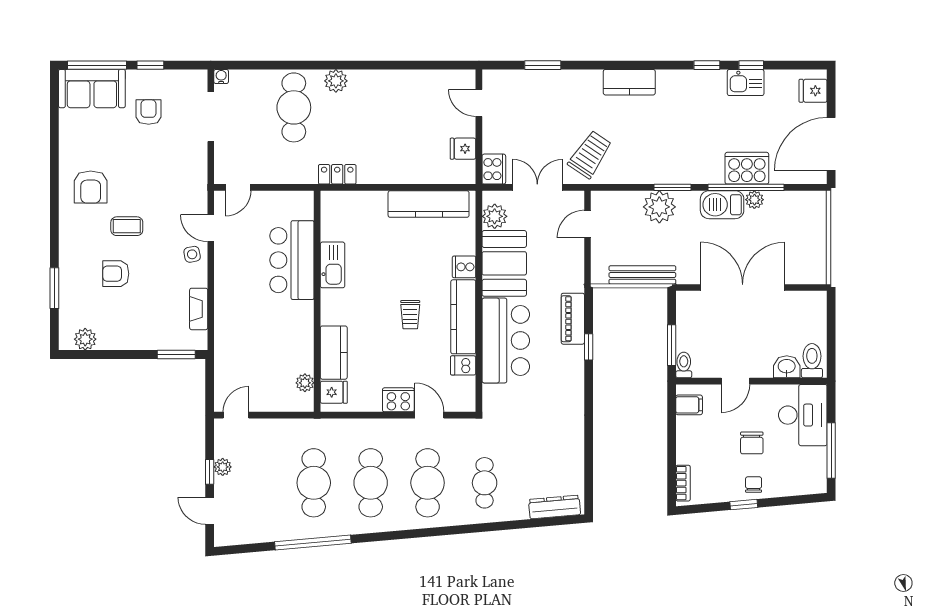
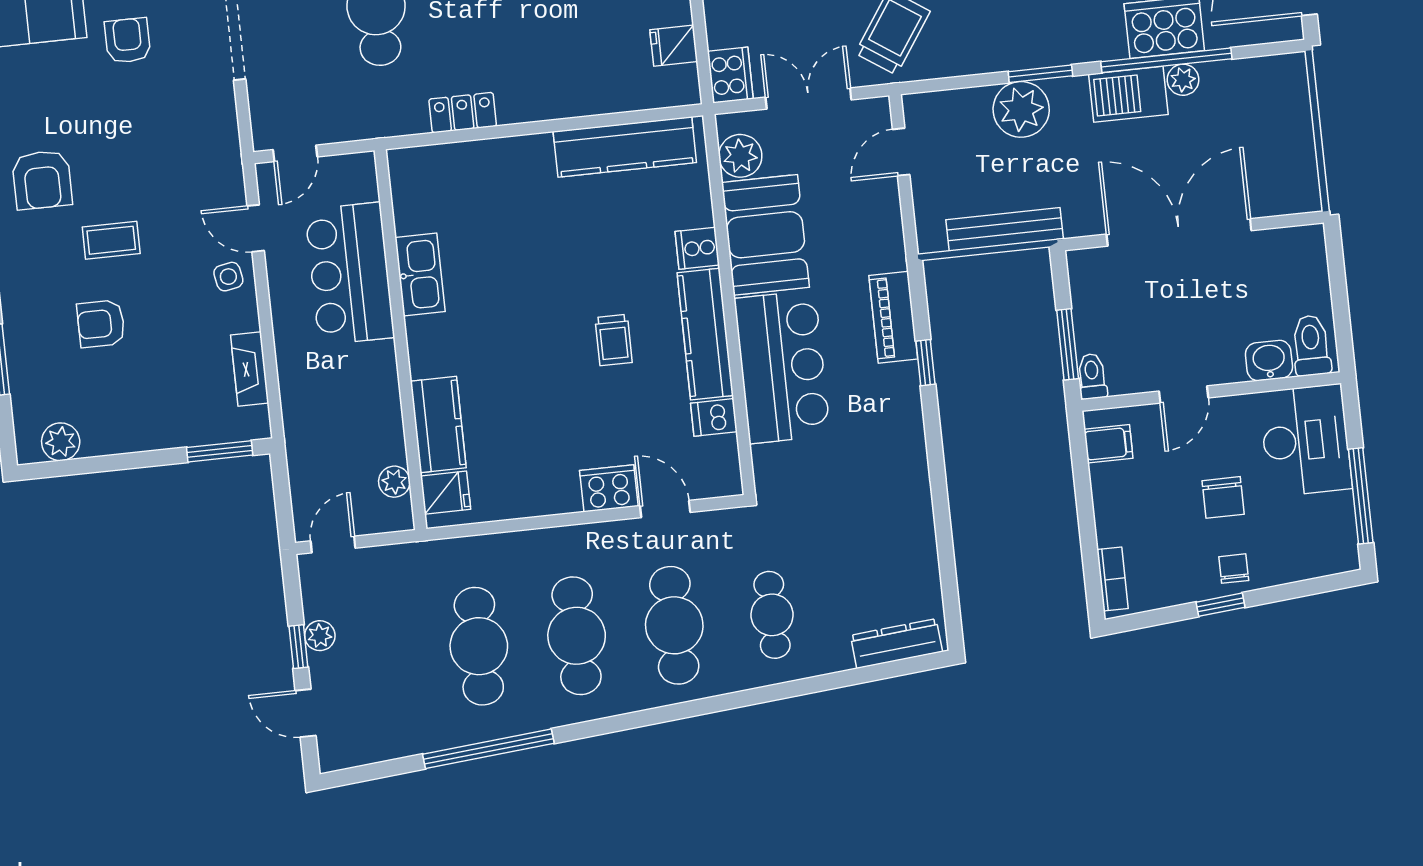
bar counter: (292, 260) -> (350, 274), moved
kitchen sink: (332, 265) -> (420, 274), moved
wall: (317, 301) -> (400, 340), moved
kitchen counter: (334, 353) -> (438, 425), moved
plant: (305, 383) -> (394, 482), moved
fridge: (334, 392) -> (446, 493), moved

